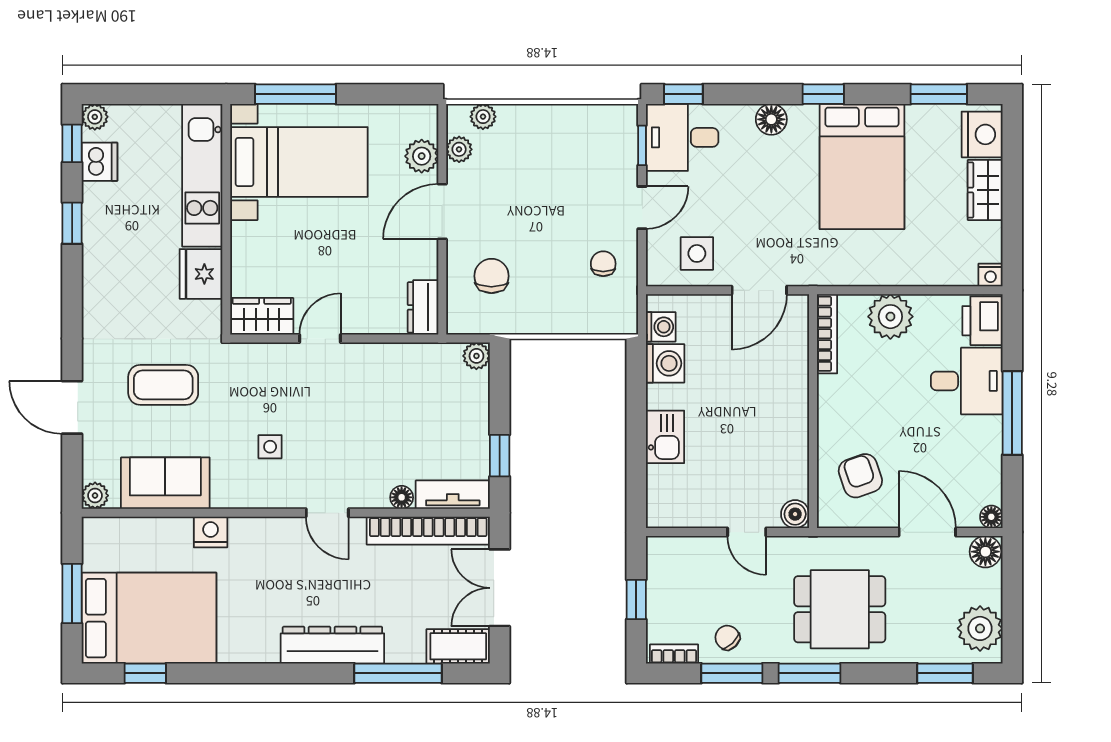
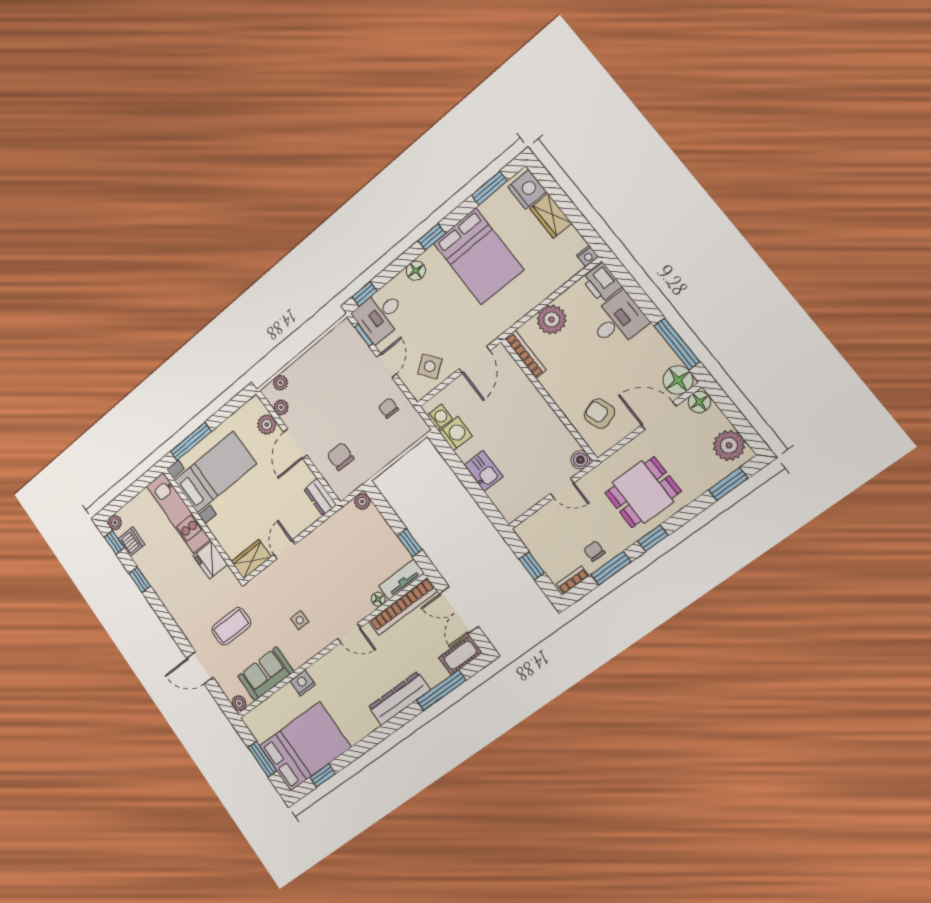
side table: (697, 253) -> (430, 366), turned -37
window: (1012, 413) -> (677, 344), moved
floor lamp: (991, 517) -> (678, 380), width x1.89, depth x1.89
chair: (727, 638) -> (594, 551), turned 44
window: (809, 673) -> (653, 538), width x0.67

